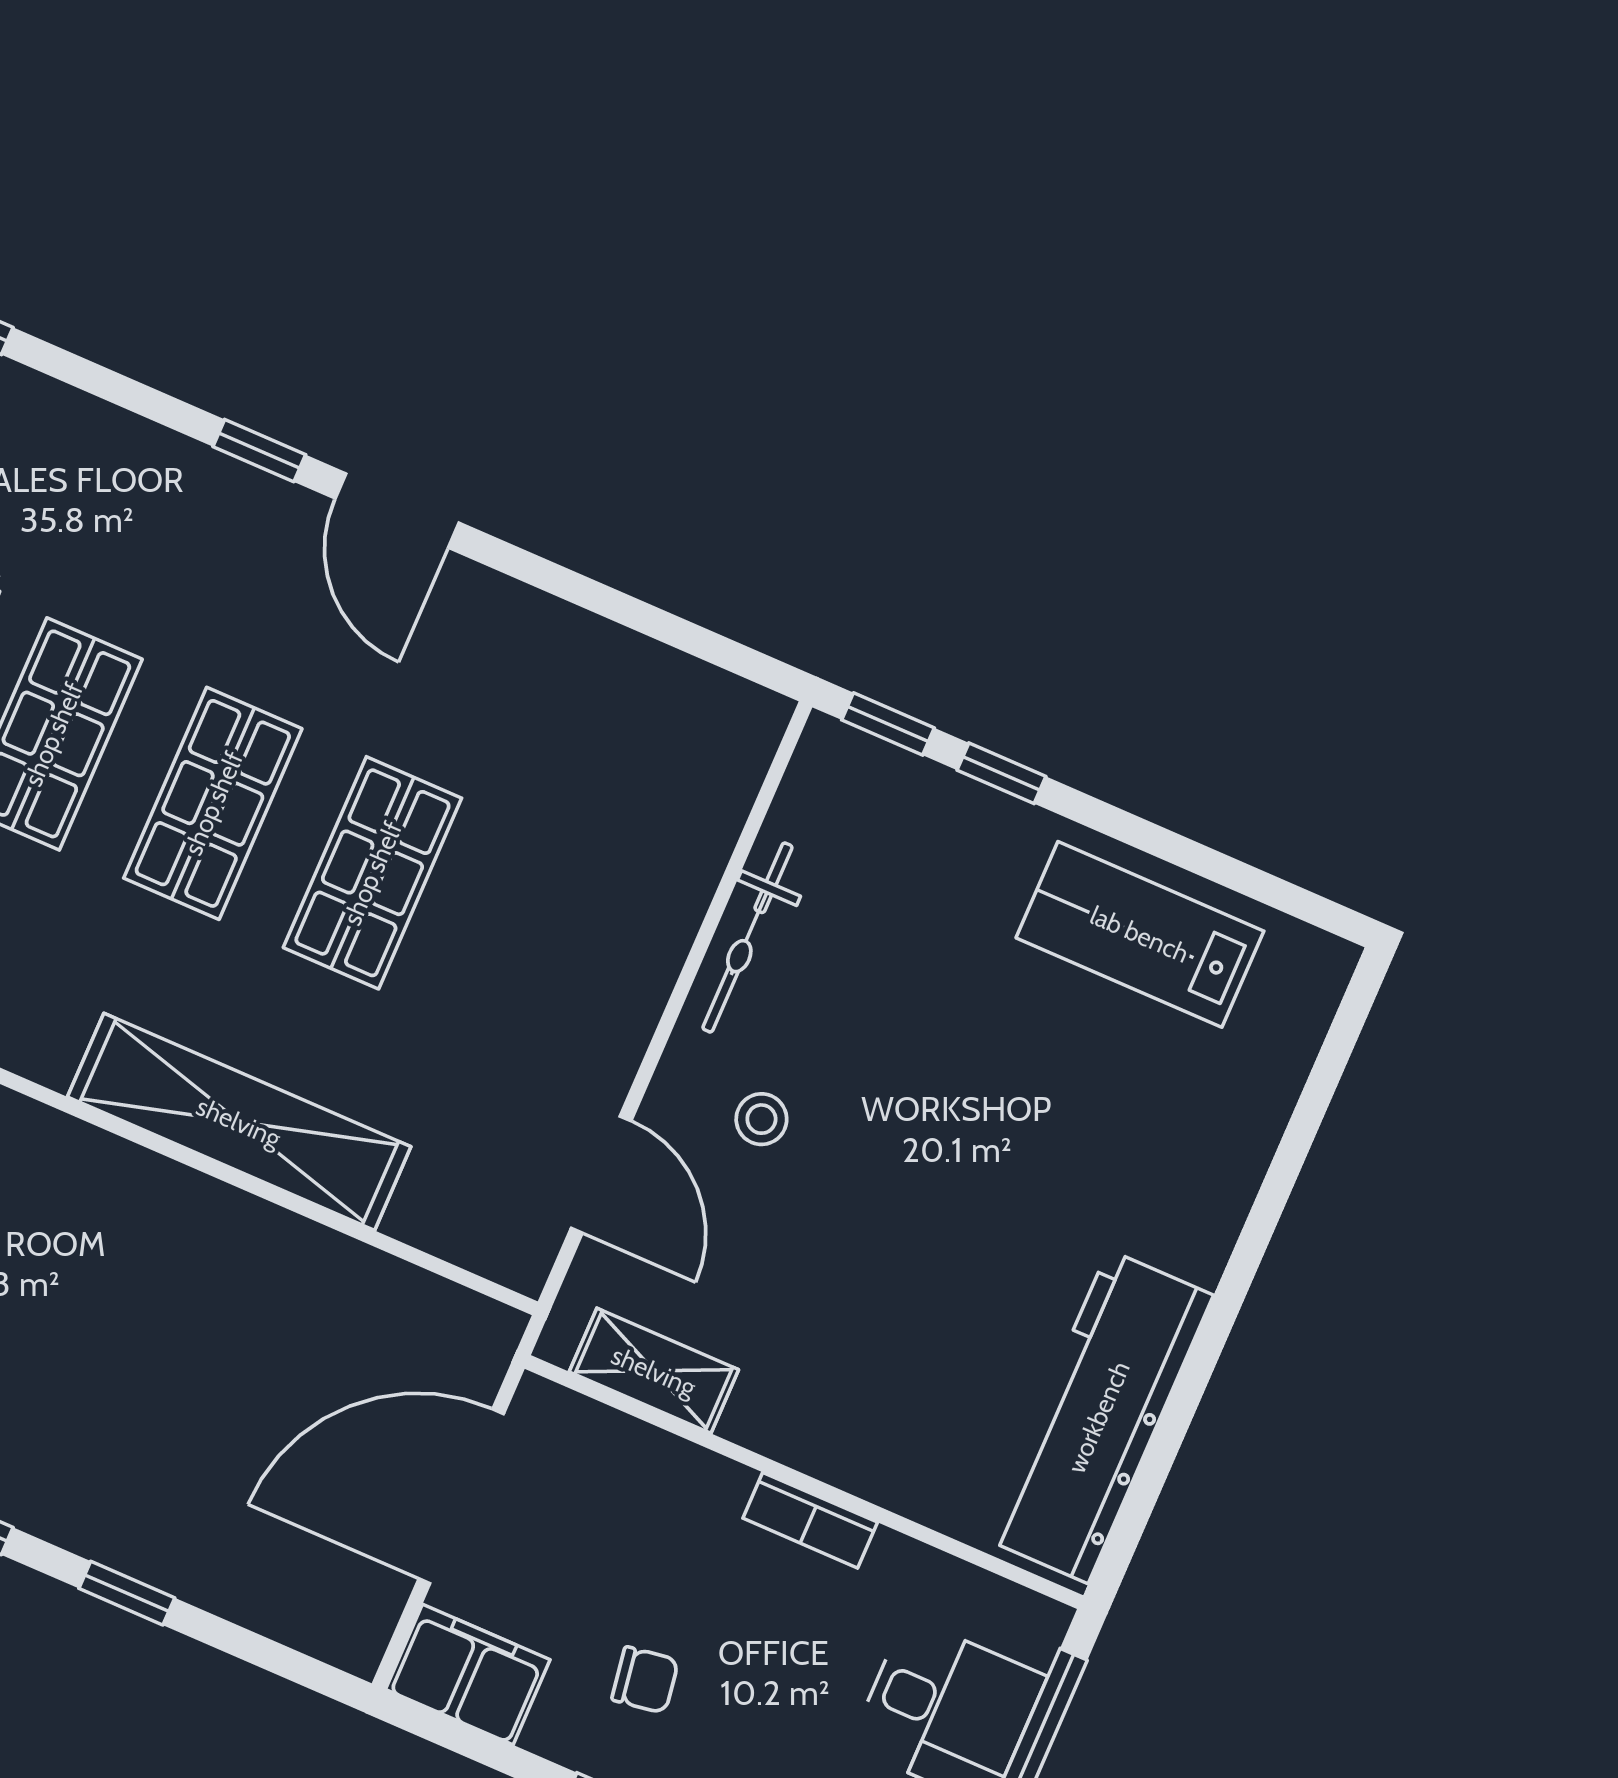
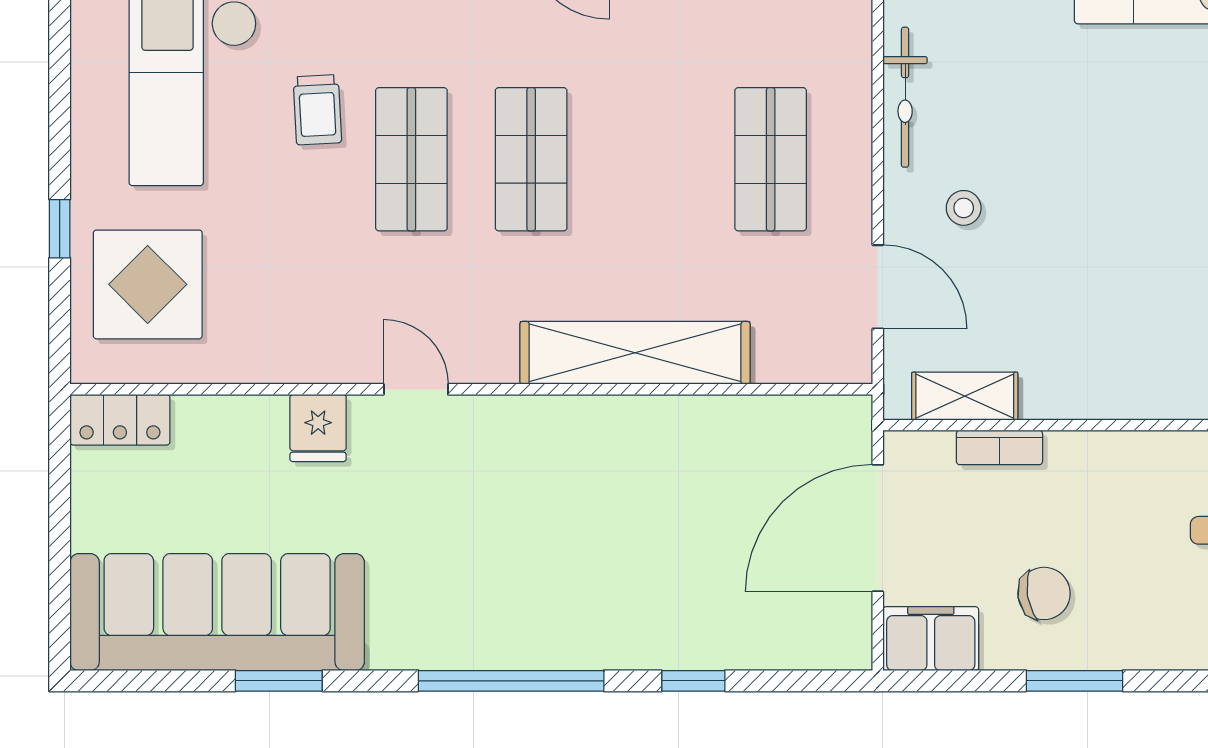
shop shelf: (372, 873) -> (771, 159), moved
bookcase: (810, 1520) -> (999, 447), moved
chair: (645, 1680) -> (1044, 593), width x1.37, depth x1.37

